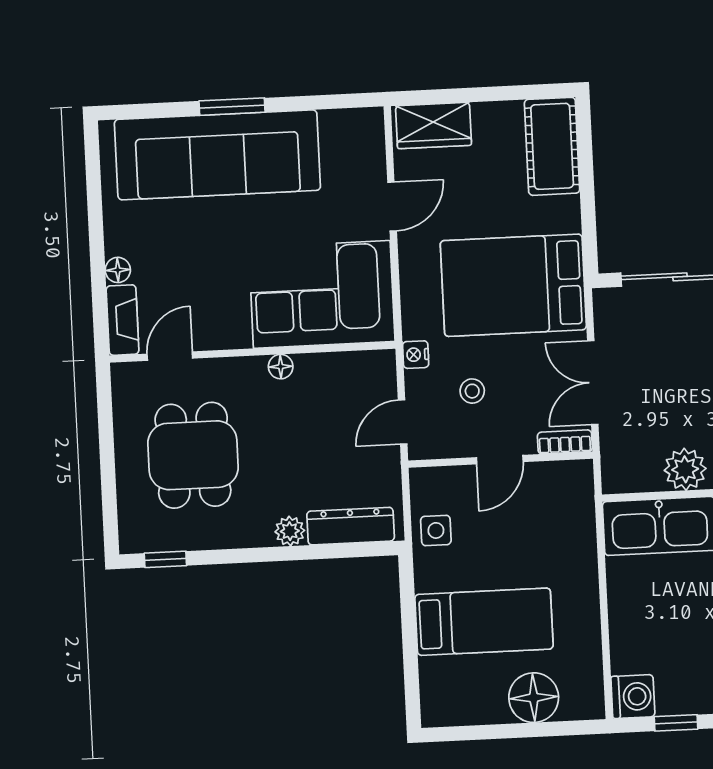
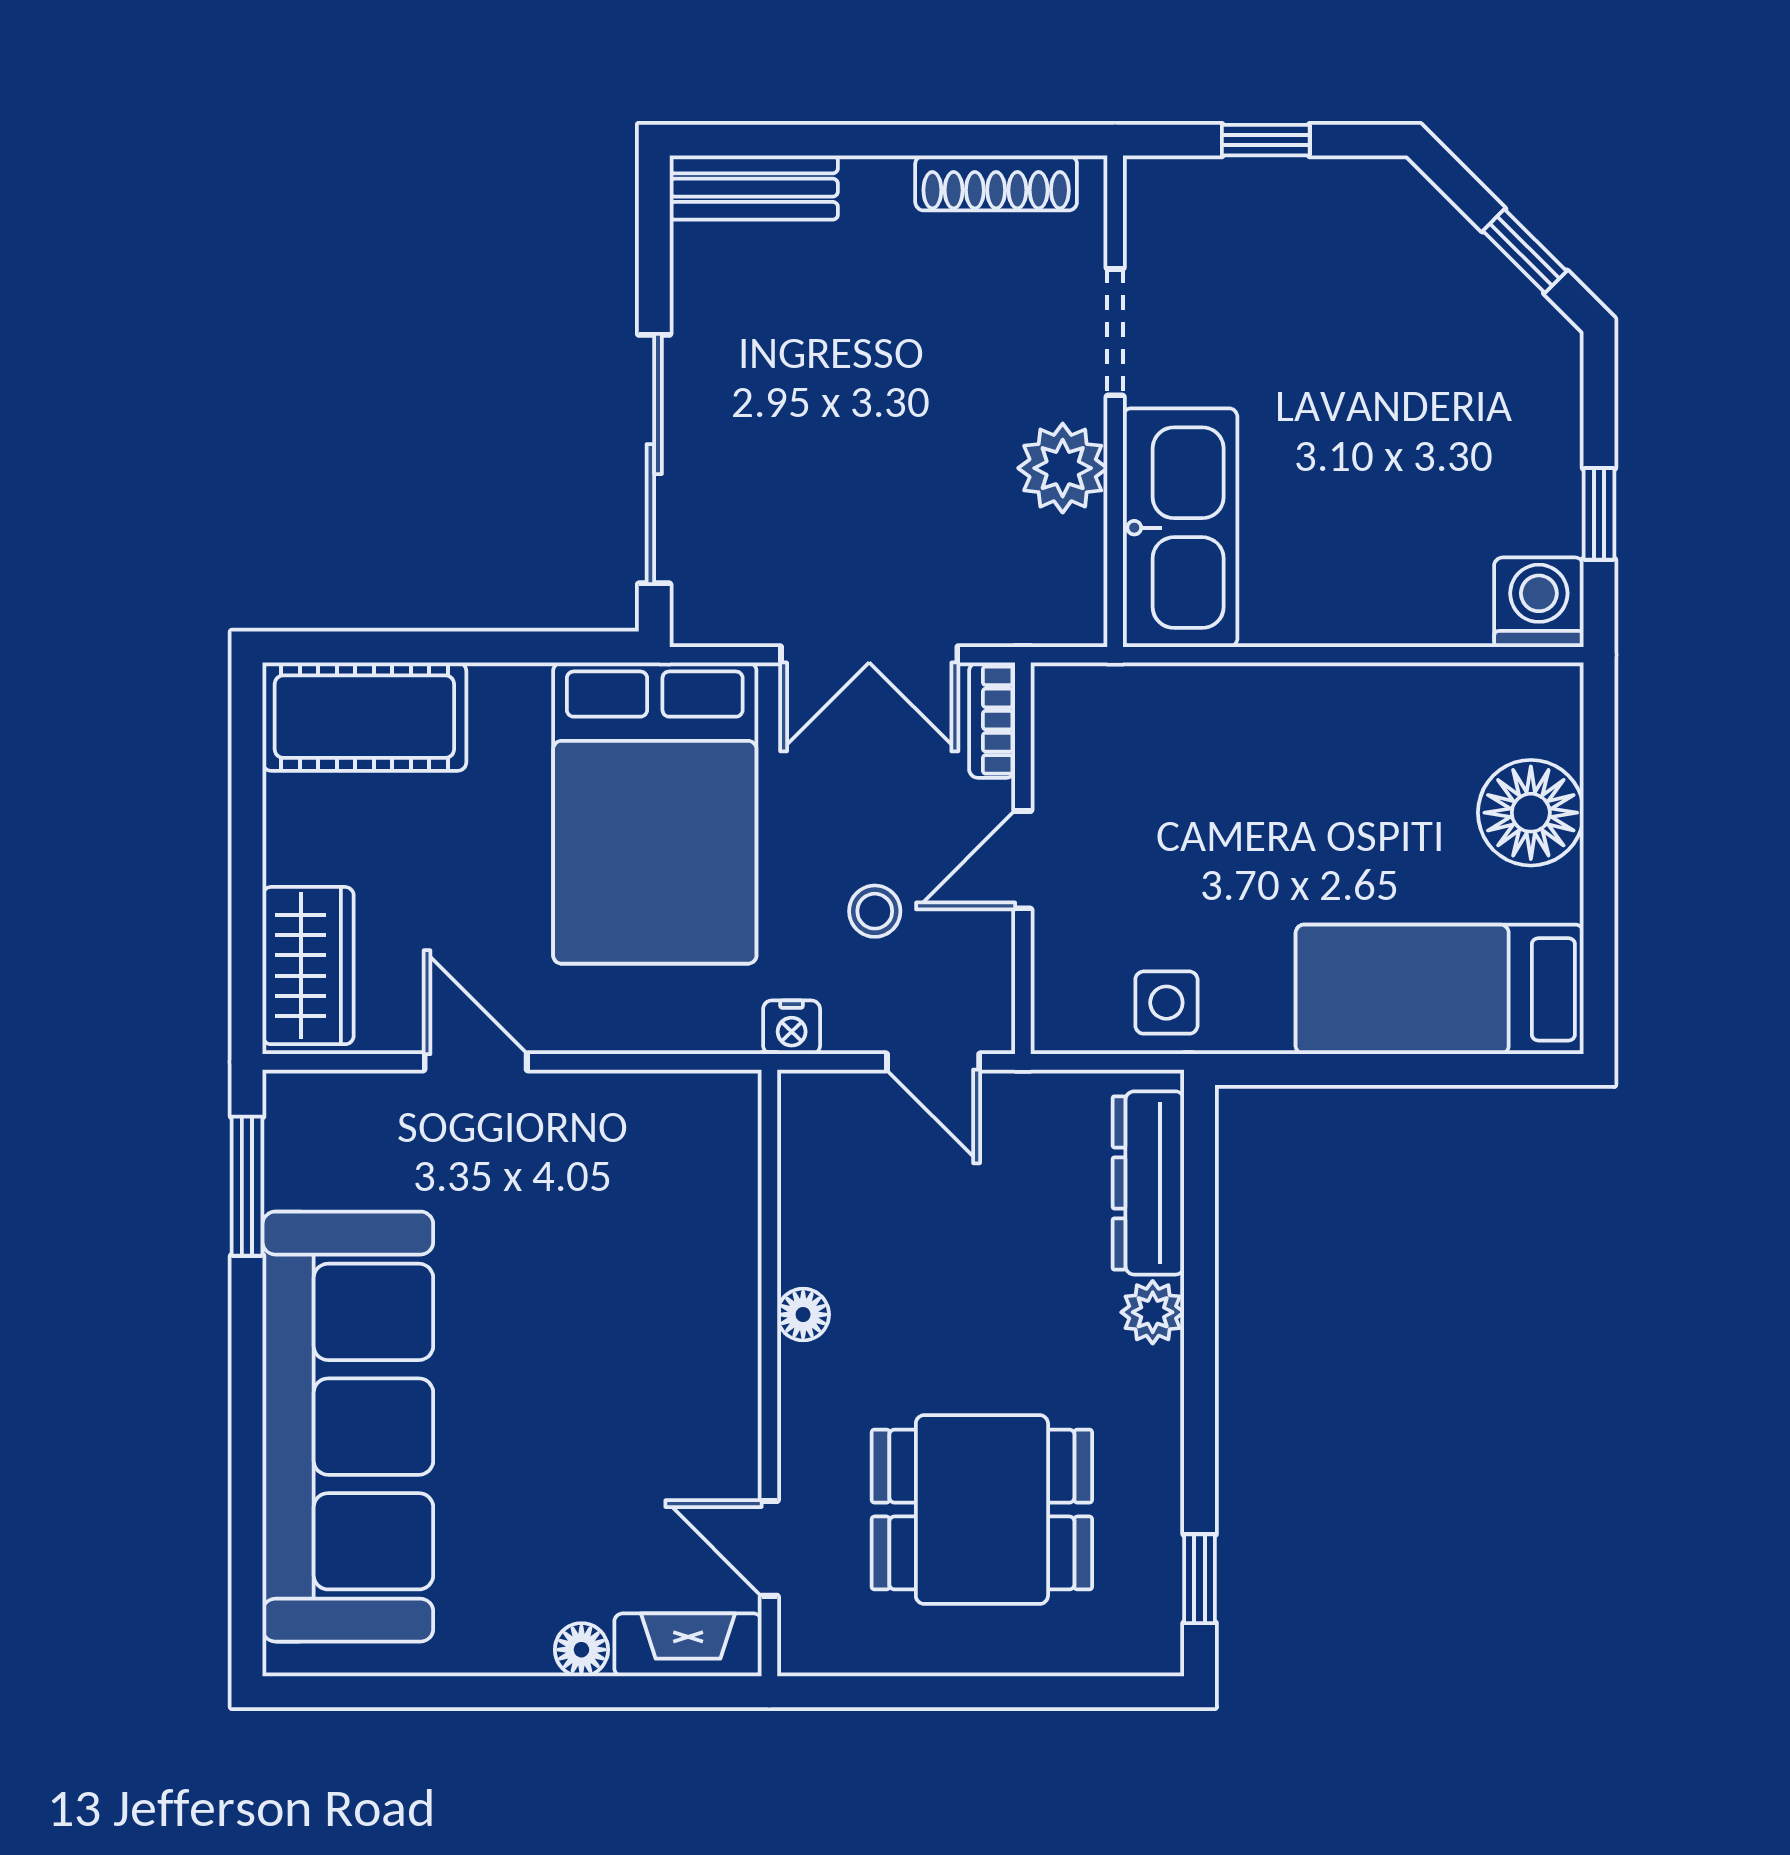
window: (232, 107) -> (247, 1186), moved
corner sofa: (322, 294) -> (654, 1220), removed
door: (500, 460) -> (1023, 860), swing flipped
bed: (484, 622) -> (1440, 989), moved, turned -90

